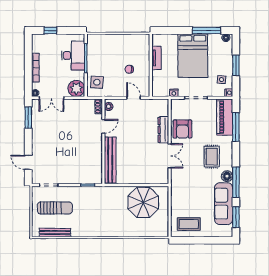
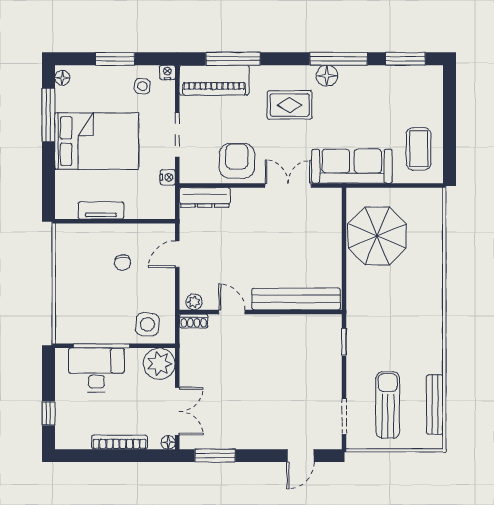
armchair: (182, 129) -> (237, 161), turned -90
dresser: (163, 130) -> (205, 197), moved
sofa: (224, 204) -> (352, 166), moved, turned 180

